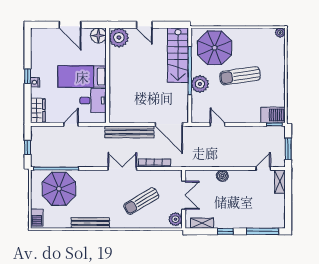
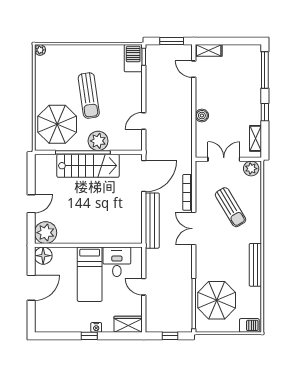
stairs: (178, 55) -> (88, 166), moved

